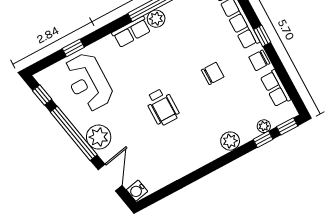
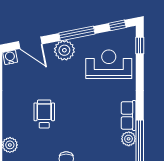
window: (73, 48) -> (140, 46), moved
wheelchair: (162, 107) -> (44, 114), moved, turned 90
window: (74, 133) -> (77, 33), width x0.68

